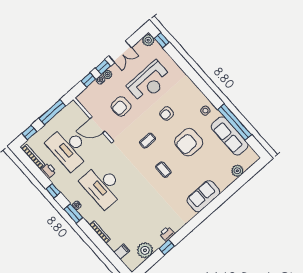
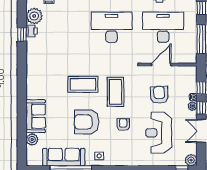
coffee table: (147, 141) -> (116, 92), width x1.86, depth x1.72
armchair: (189, 142) -> (87, 122), turned -90
coffee table: (163, 170) -> (83, 84), width x1.86, depth x1.72
sofa: (203, 196) -> (36, 116), moved
printer: (167, 234) -> (32, 31), moved

